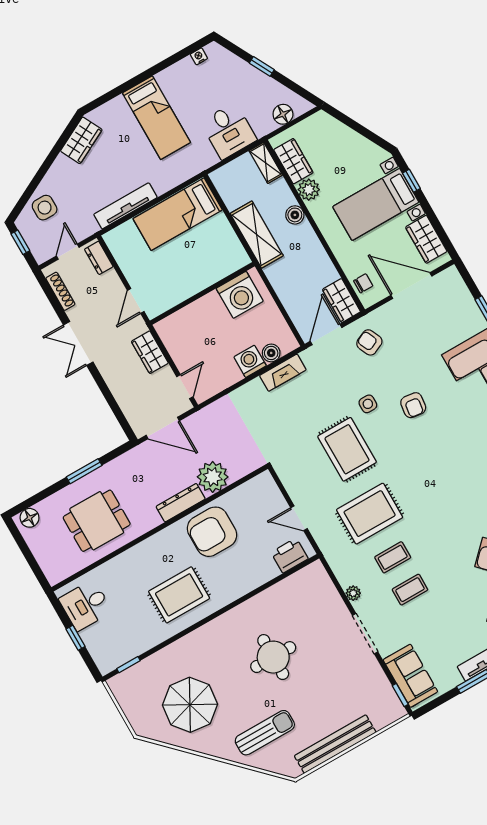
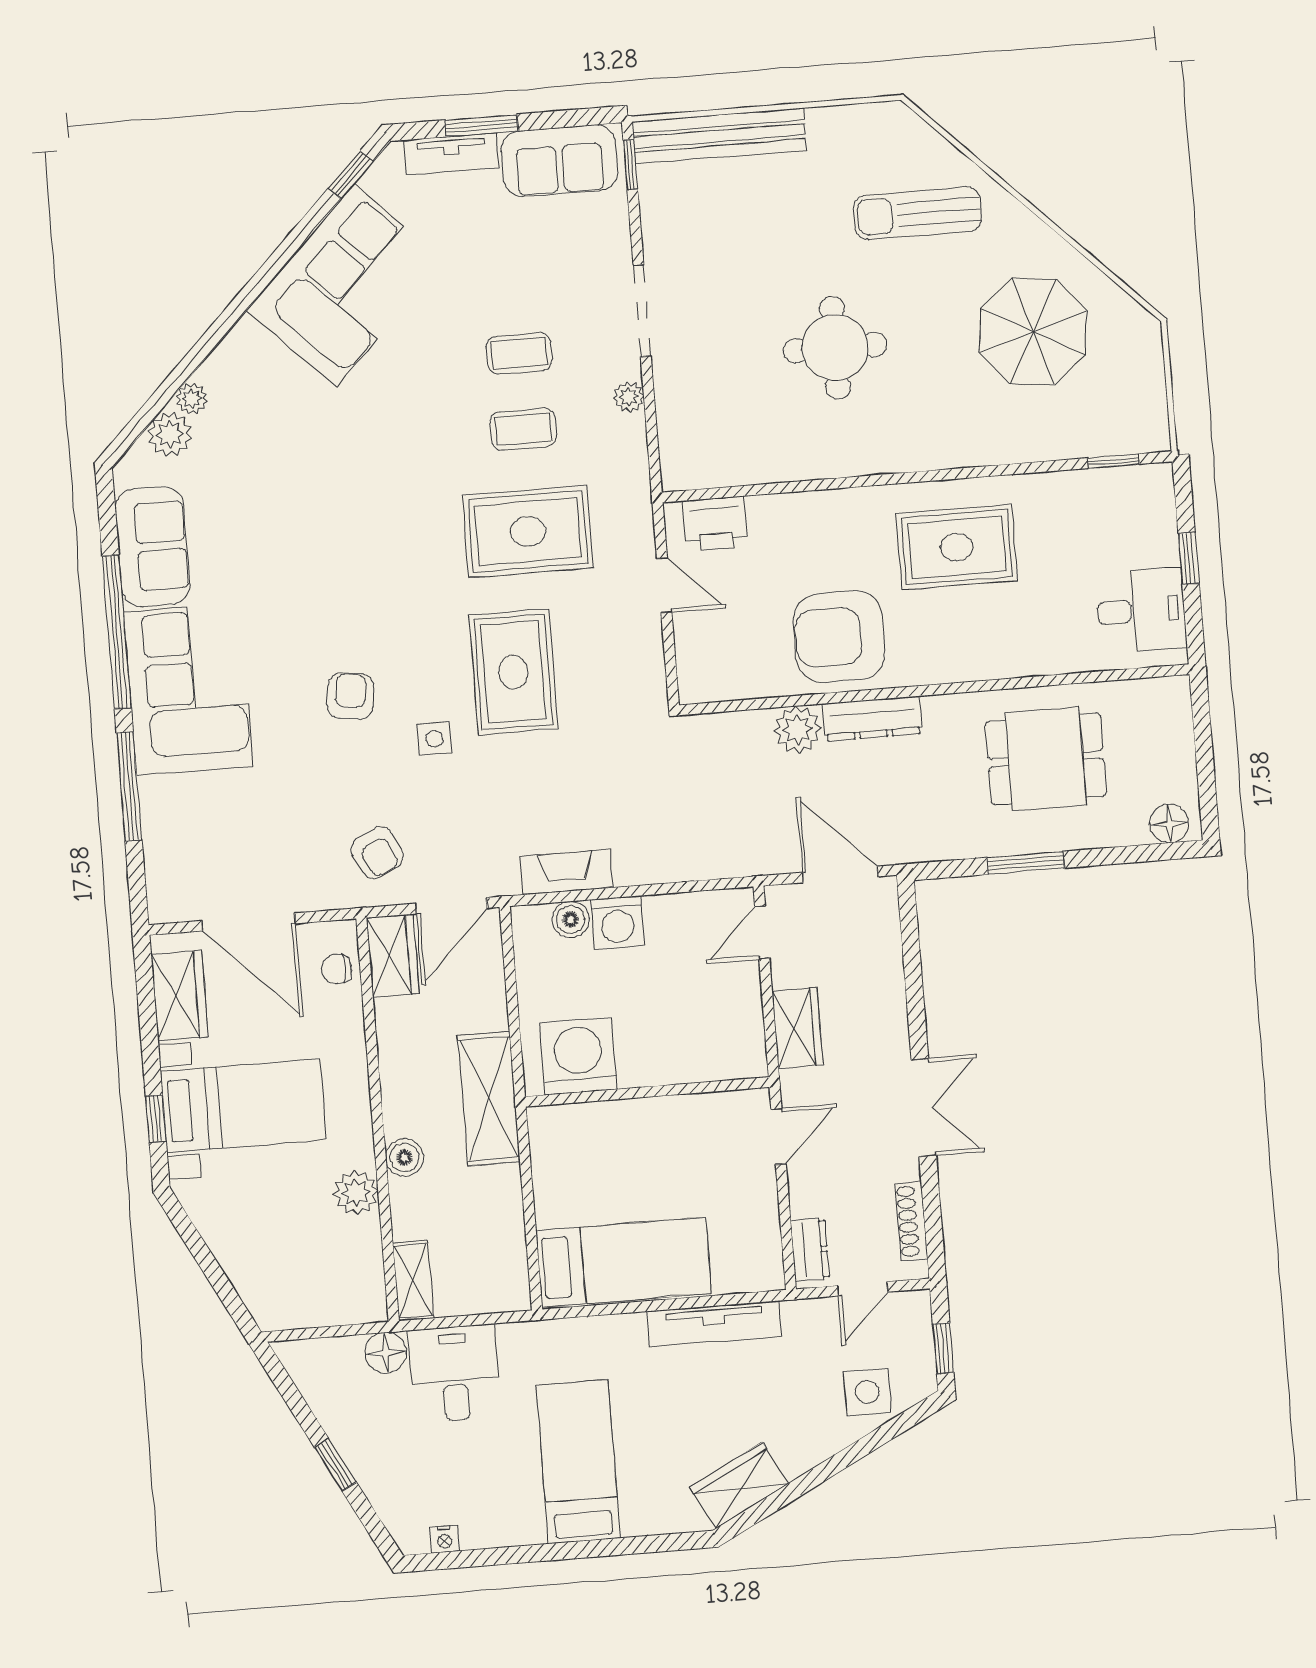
floor lamp: (283, 114) -> (386, 1353), moved
wardrobe: (293, 161) -> (360, 1259), removed
shelving: (257, 235) -> (489, 1099), moved
plant: (213, 477) -> (798, 729), width x0.73, depth x0.73
armchair: (212, 532) -> (839, 637), turned 180
sofa: (410, 676) -> (559, 161), moved, turned -90
bench: (335, 744) -> (719, 136), moved

